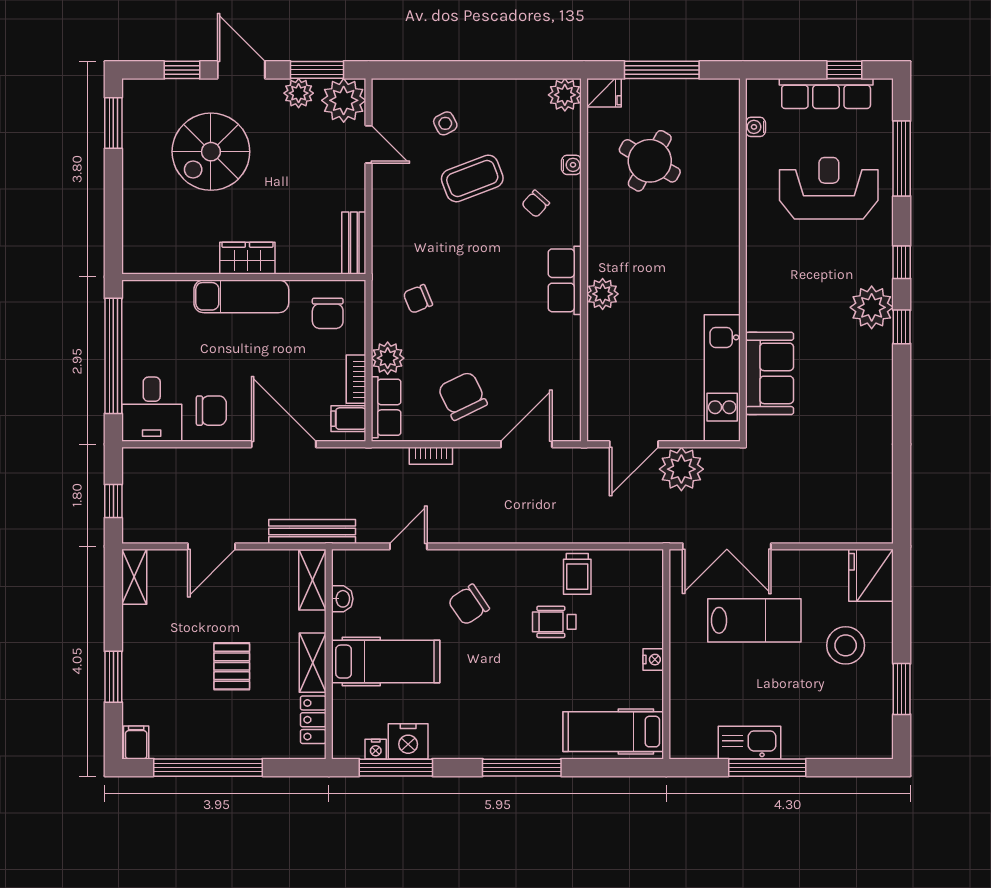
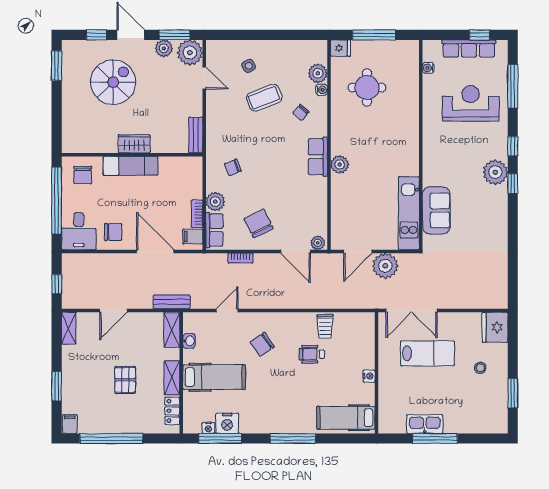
plant: (565, 95) -> (318, 73), moved
spiral stairs: (211, 152) -> (113, 82), turned 180
round table: (650, 161) -> (367, 87), turned -30
chair: (328, 313) -> (83, 175), moved
plant: (565, 429) -> (318, 243), added
door: (526, 444) -> (296, 251), swing flipped
bench: (312, 531) -> (172, 302), width x0.73
stool: (846, 645) -> (480, 368), width x0.53, depth x0.53

